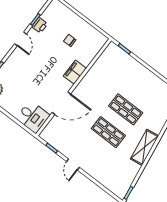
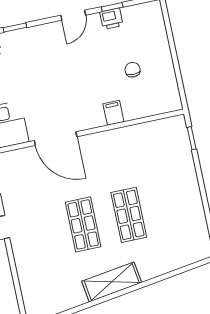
filing cabinet: (75, 72) -> (113, 113), width x0.50

